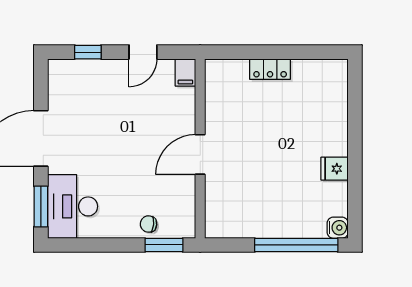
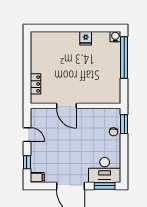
locker: (270, 69) -> (36, 84), moved
filing cabinet: (185, 72) -> (37, 177), moved
door: (200, 154) -> (67, 106), moved

